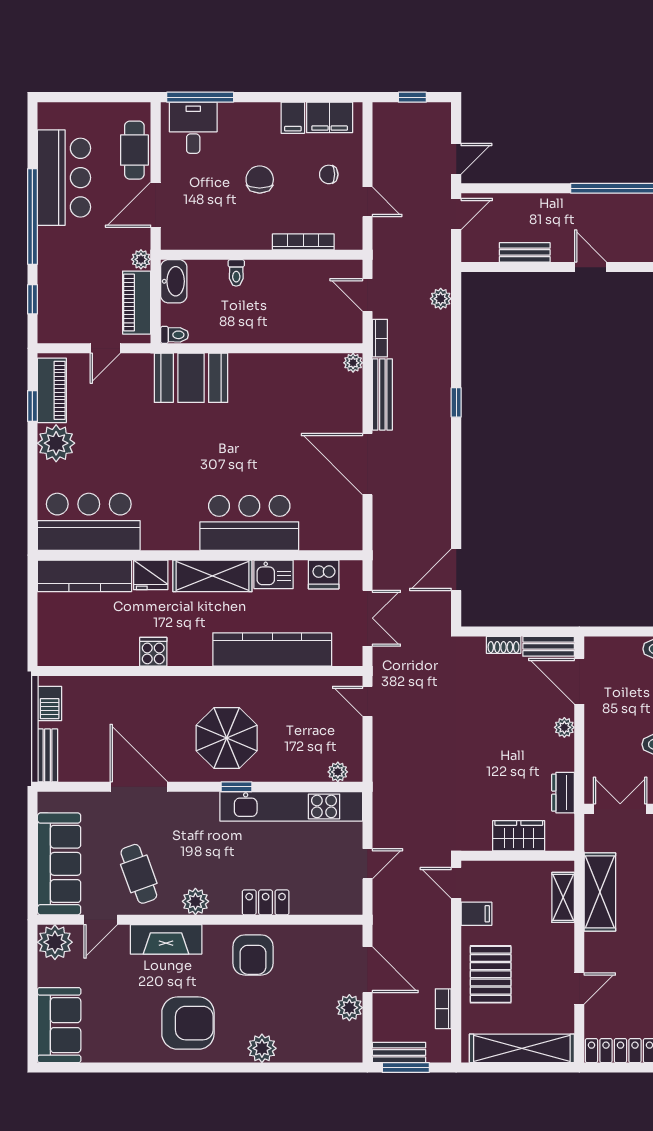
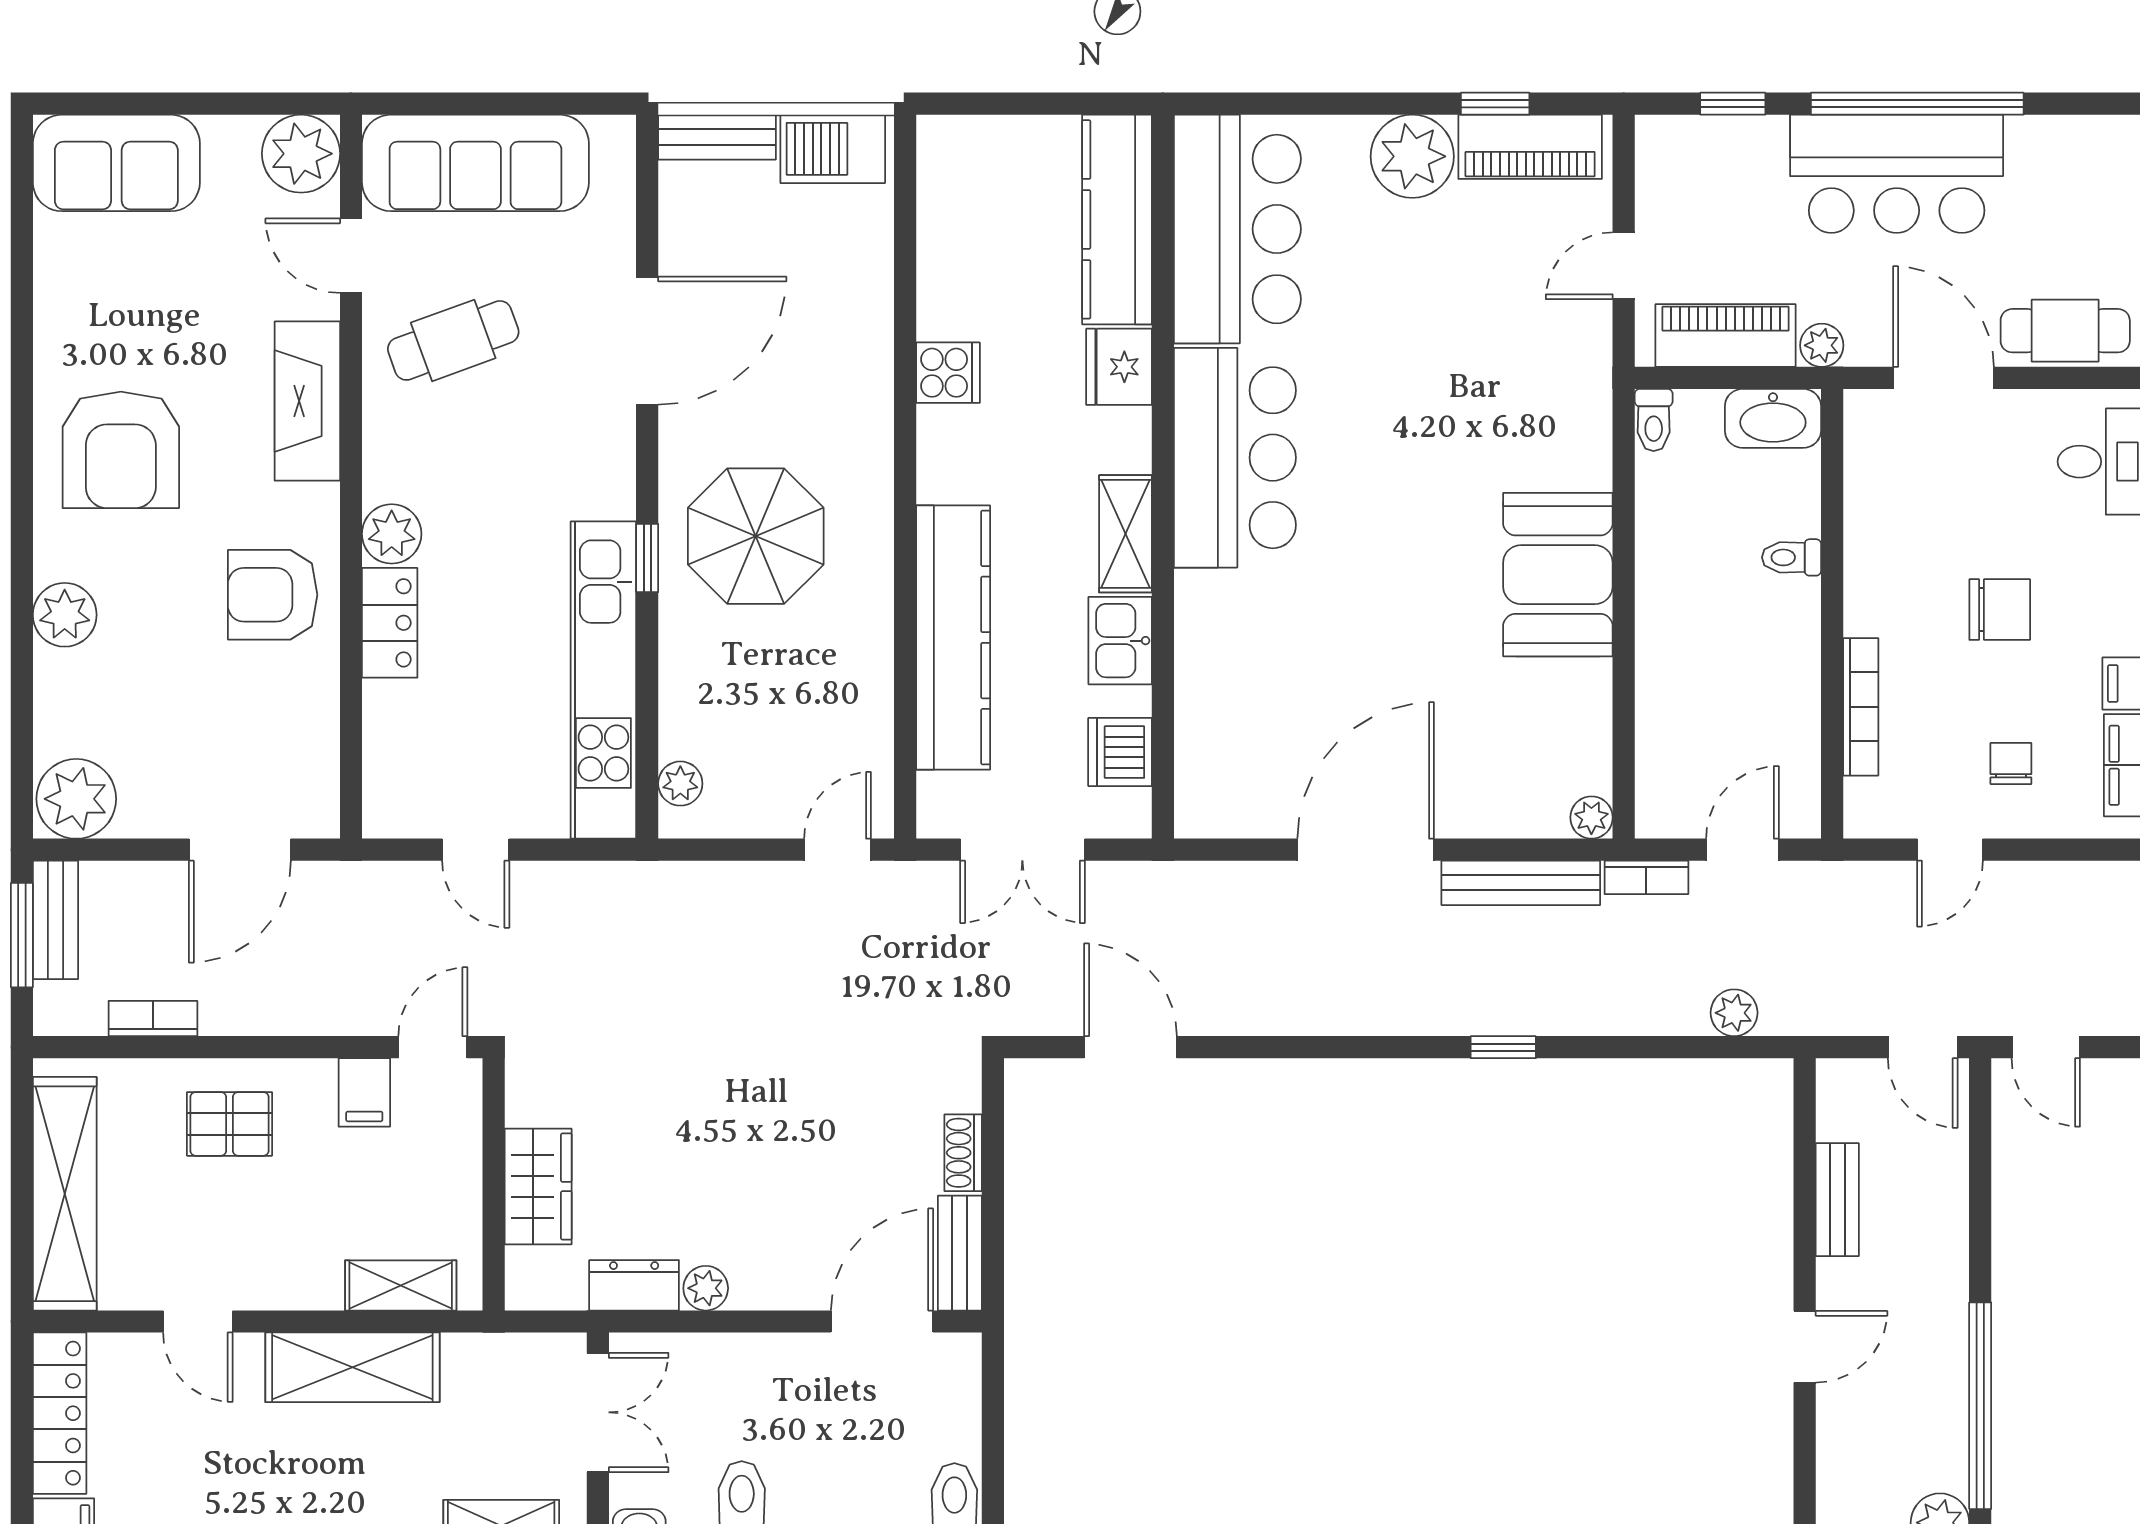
bar counter: (64, 178) -> (1897, 174), moved
door: (105, 348) -> (1624, 266), hinge flipped
booth: (191, 378) -> (1558, 575), moved
bar counter: (249, 523) -> (1235, 458), moved
shelving: (212, 576) -> (1125, 534), width x0.67, depth x0.75
barbecue: (50, 703) -> (833, 149), width x1.38, depth x1.27
plant: (564, 727) -> (706, 1288), moved
shelving: (600, 892) -> (352, 1367), moved
plant: (195, 901) -> (392, 534), moved
pallet: (491, 974) -> (230, 1124), width x0.67, depth x0.71
plant: (349, 1008) -> (76, 799), moved, width x1.36, depth x1.36

